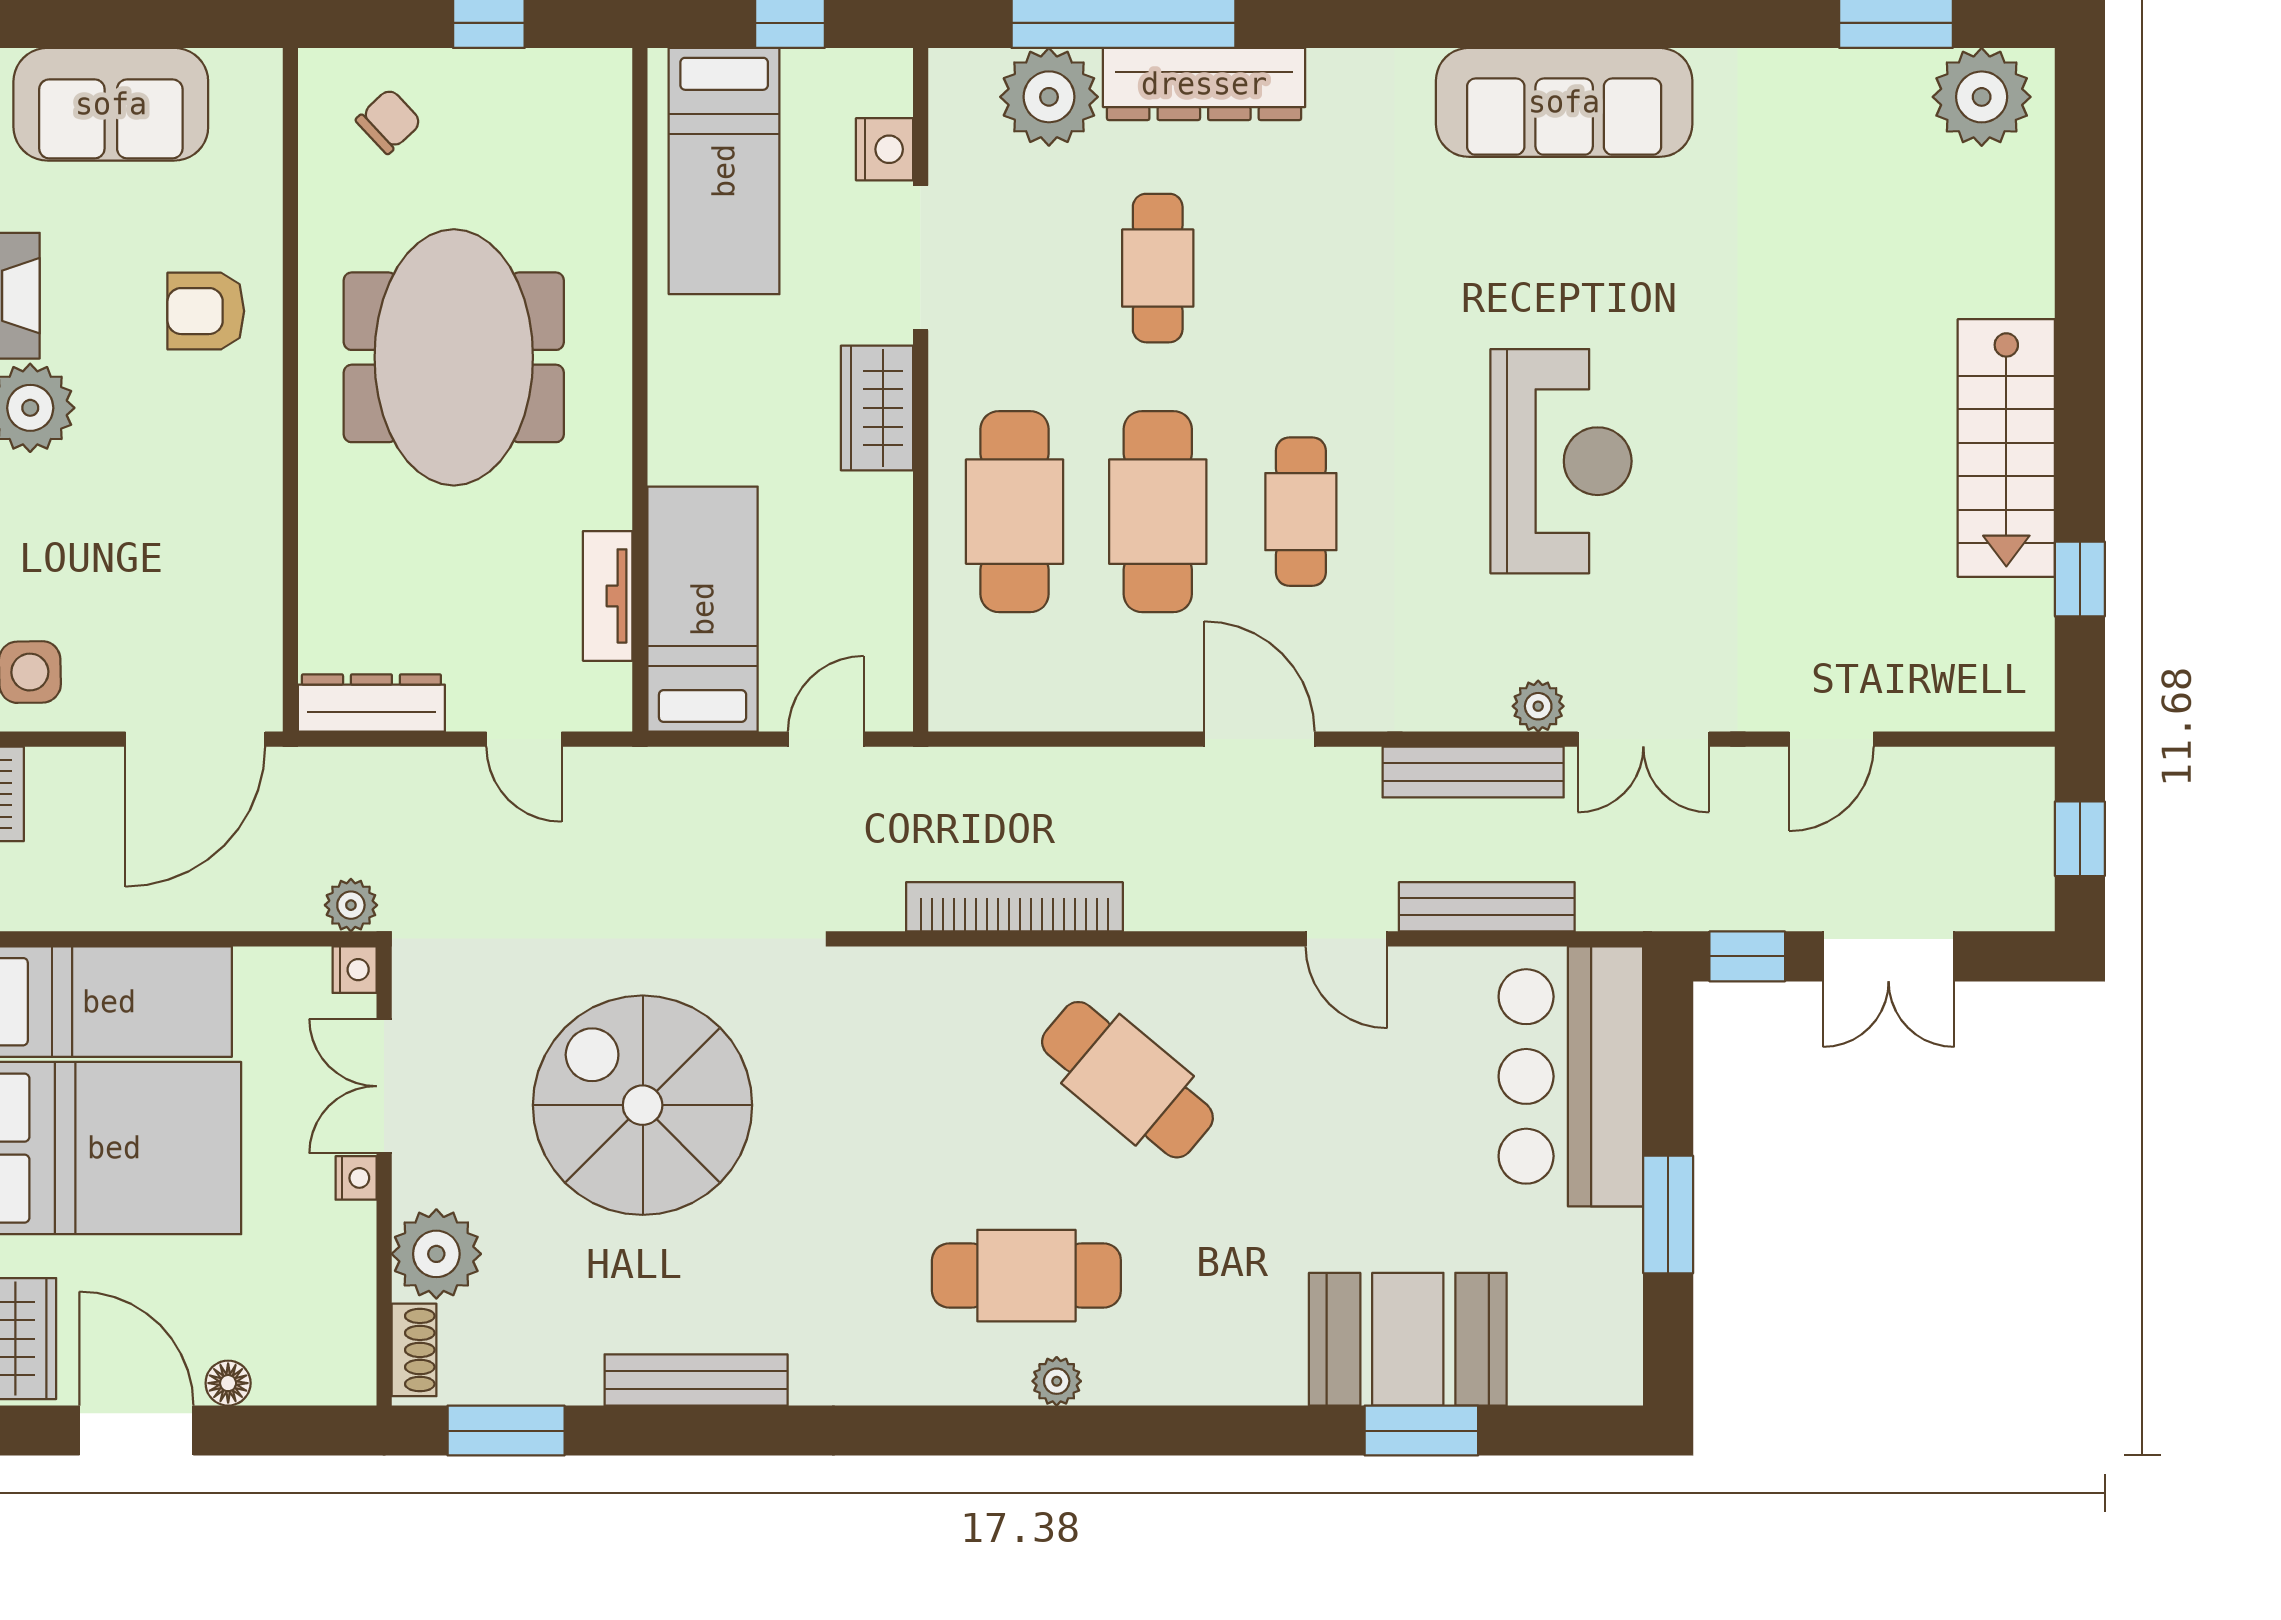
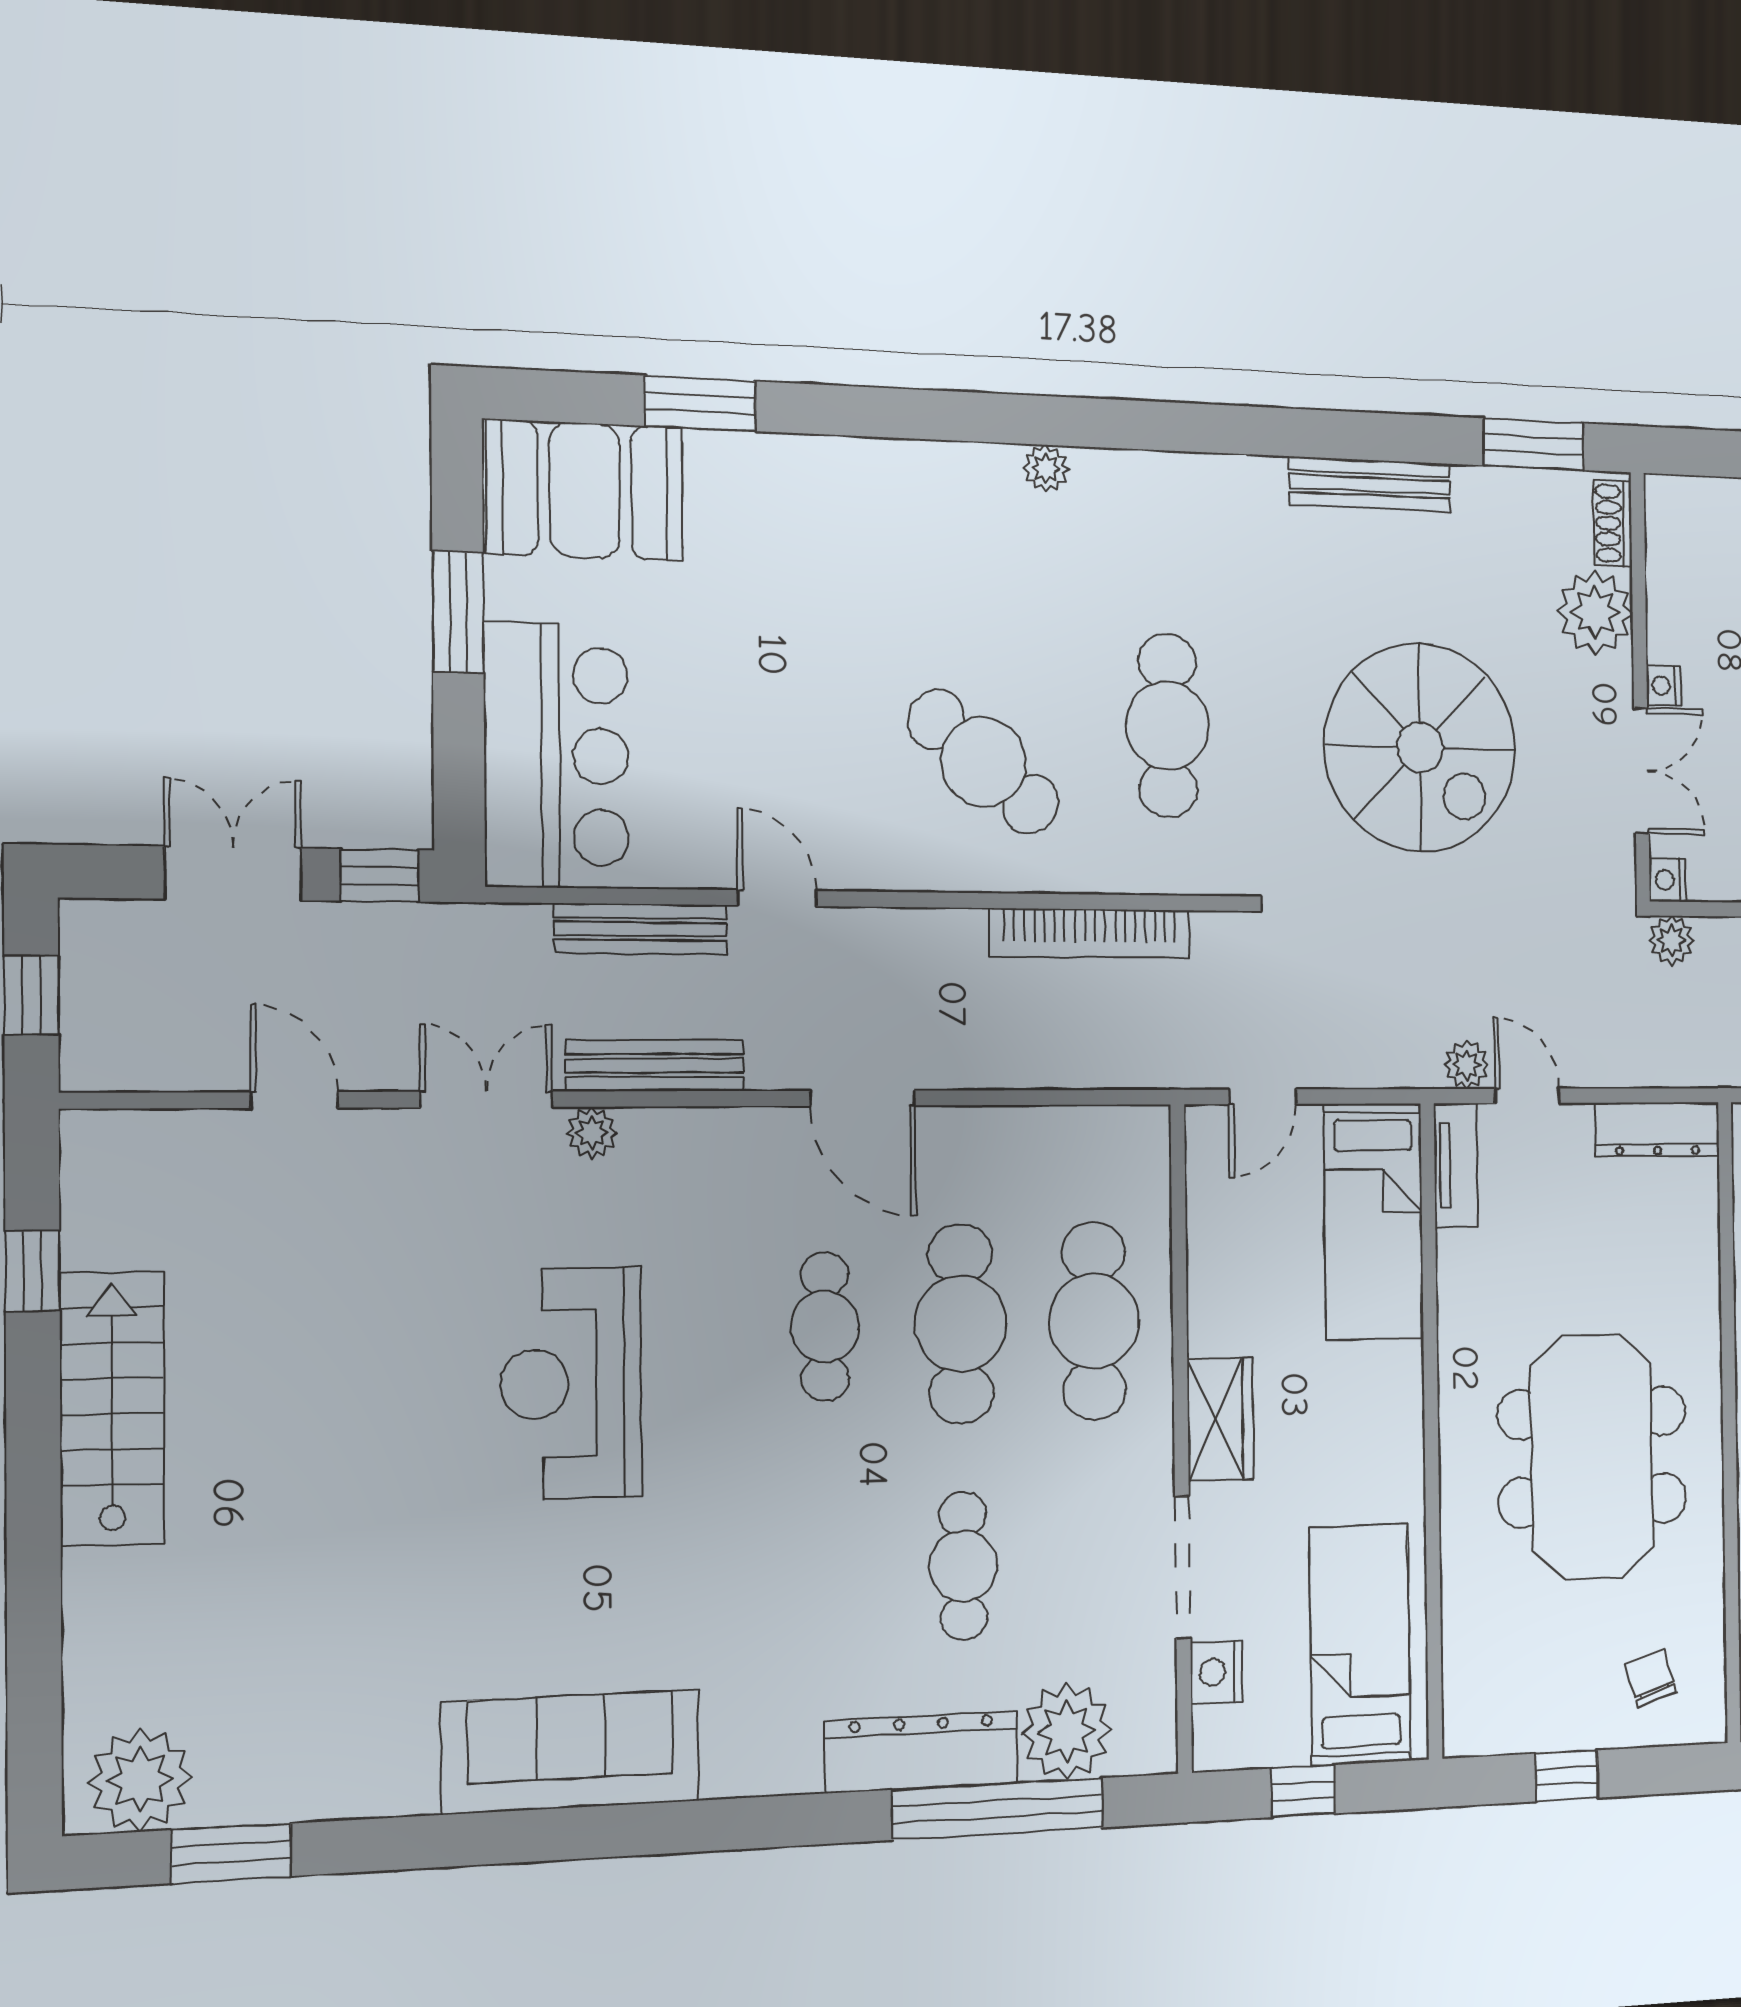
chair: (389, 121) -> (1651, 1678), turned 115
tv unit: (608, 596) -> (1456, 1165), moved
door: (1831, 739) -> (294, 1100), hinge flipped
plant: (594, 772) -> (1467, 1065), added
cafe table: (1026, 1276) -> (1168, 725), moved, turned 90
booth: (1408, 1339) -> (585, 490), moved

